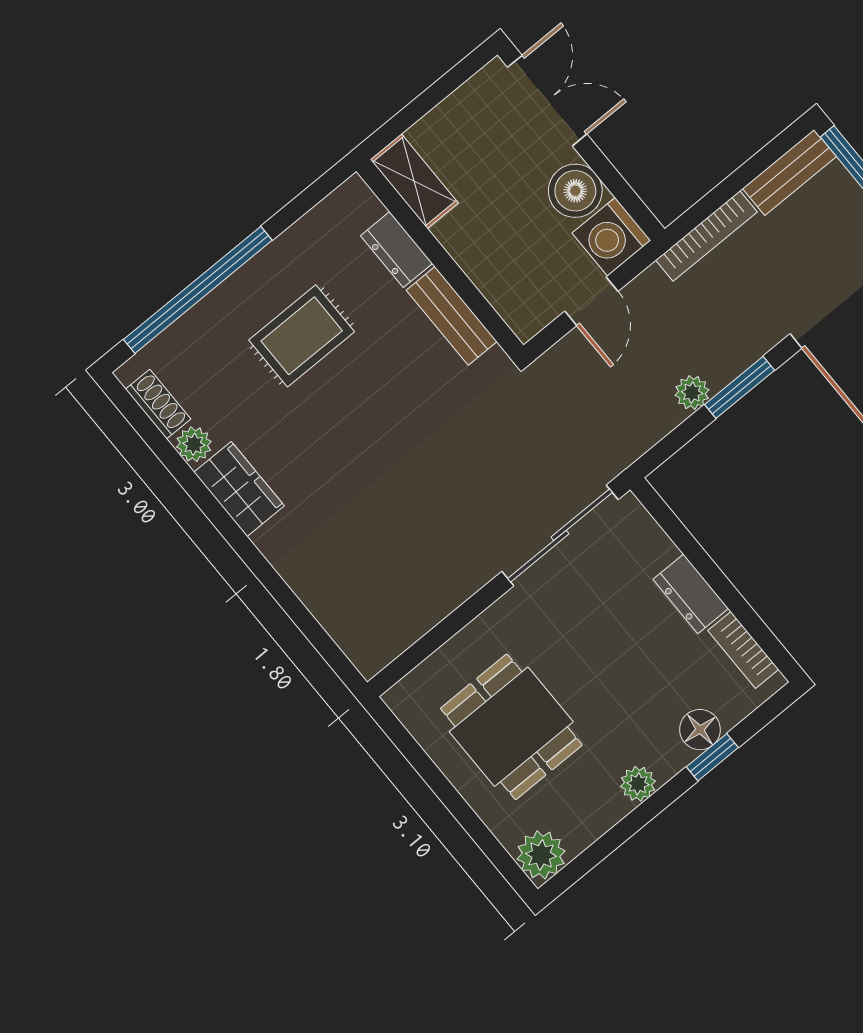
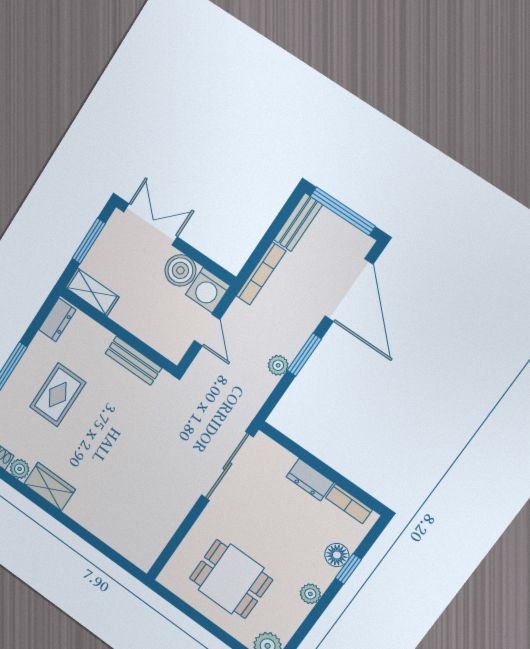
window: (434, 95) -> (89, 241), added
dresser: (397, 250) -> (57, 320), moved, turned -90

